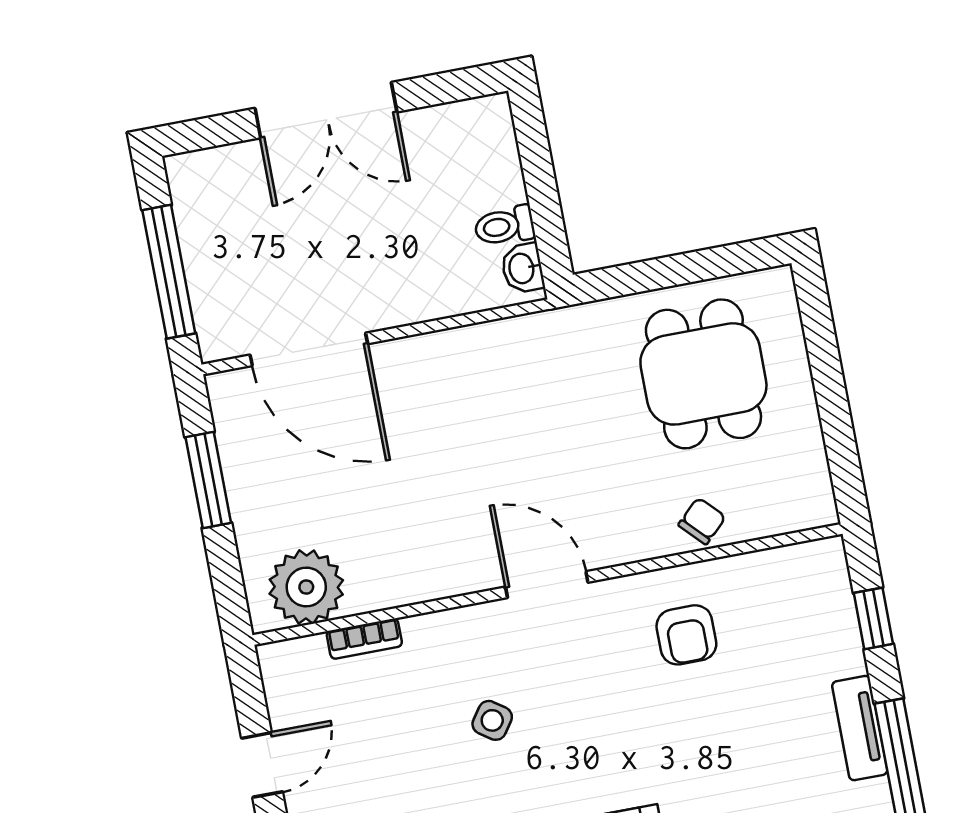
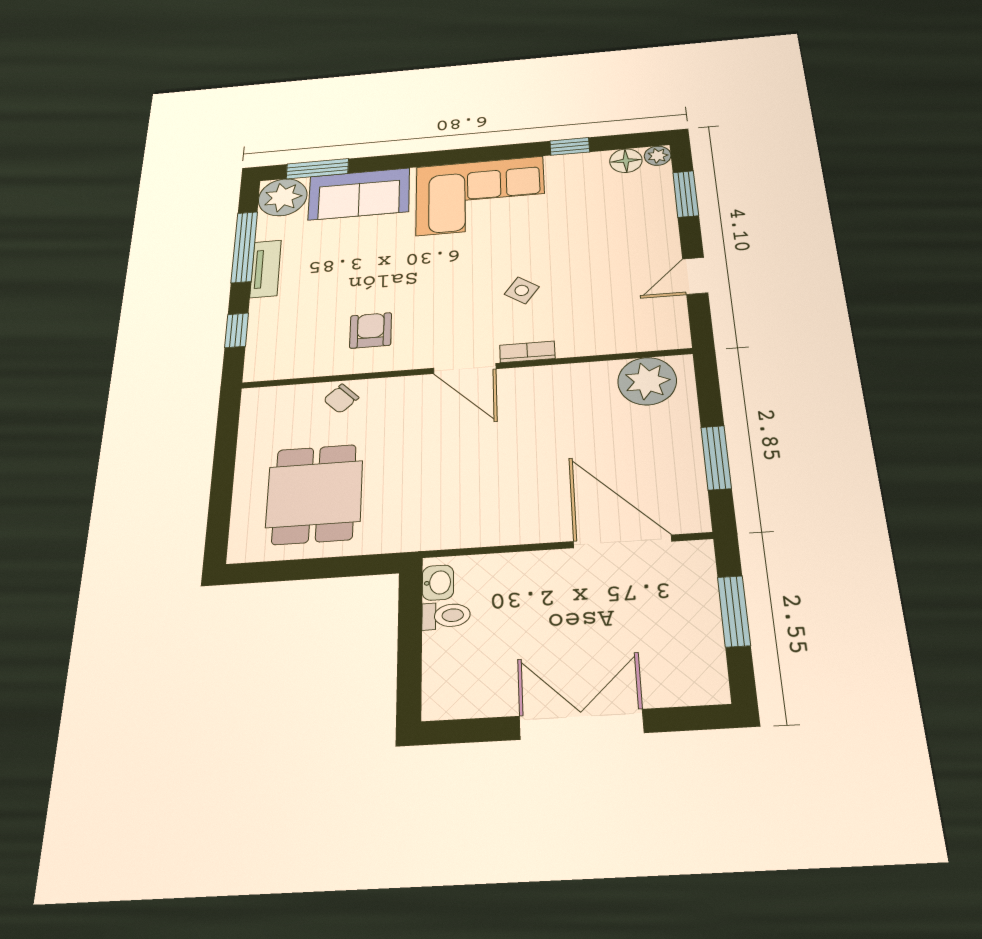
window: (169, 272) -> (734, 611), width x0.69
bookcase: (364, 639) -> (527, 352), moved

